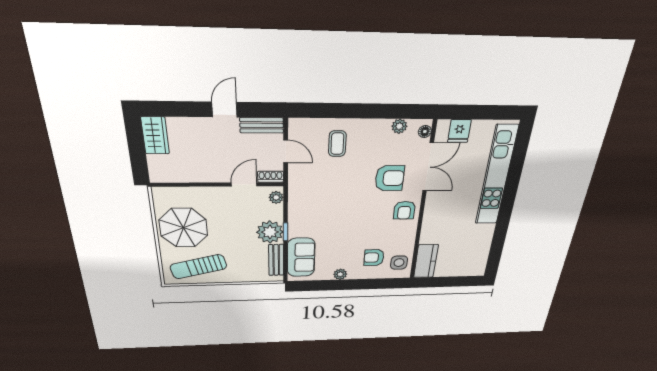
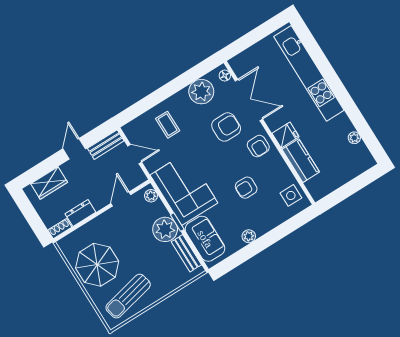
plant: (399, 126) -> (201, 92), width x1.88, depth x1.88
fridge: (459, 131) -> (286, 135), moved, turned -90
wardrobe: (155, 135) -> (49, 183), moved, turned 90
dresser: (194, 175) -> (80, 213), added
shoe rack: (271, 177) -> (60, 229), moved
corner sofa: (312, 209) -> (184, 189), added
plant: (485, 248) -> (354, 138), added
armchair: (374, 258) -> (246, 188), moved
kitchen counter: (426, 261) -> (301, 161), moved

